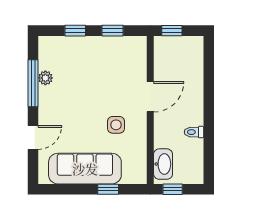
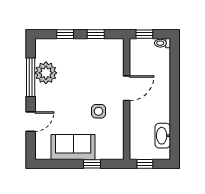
plant: (45, 78) -> (46, 73), width x1.88, depth x1.88
toilet: (194, 132) -> (162, 43), moved
washbasin: (163, 164) -> (163, 136), moved, turned 180
sofa: (85, 169) -> (73, 147), width x0.73

